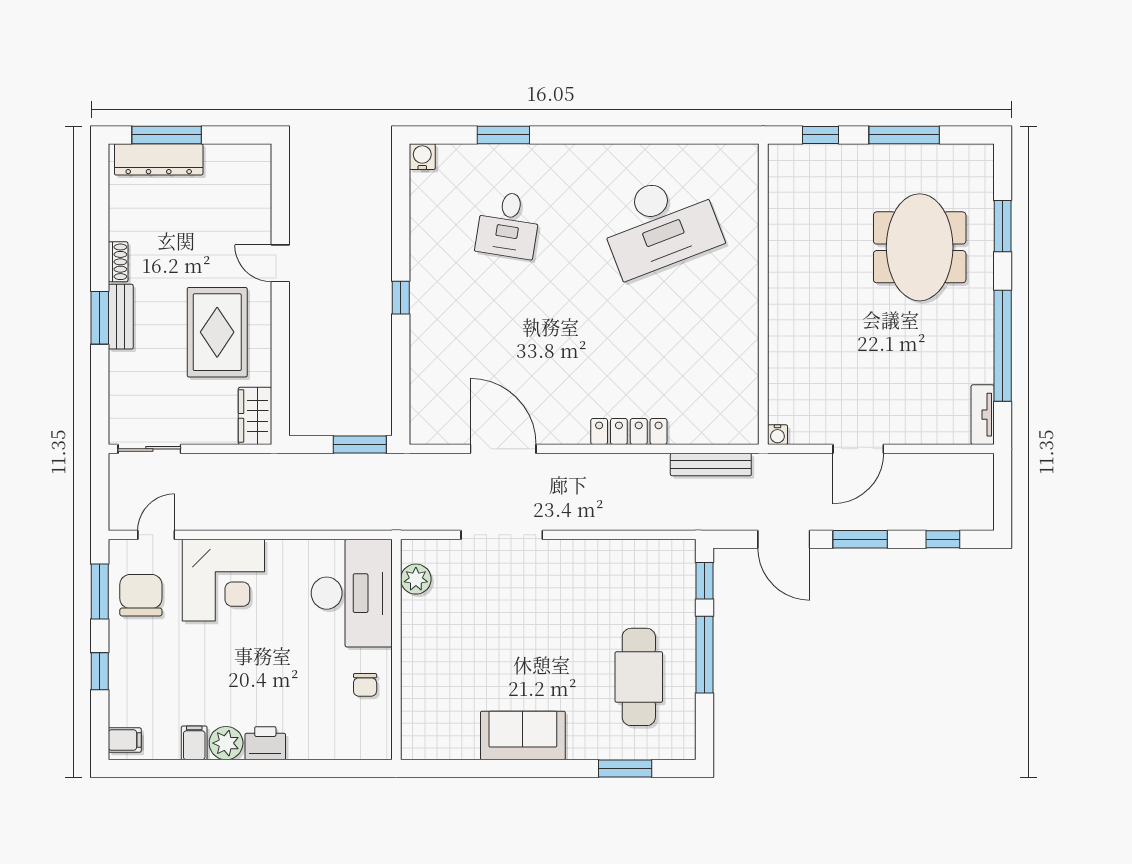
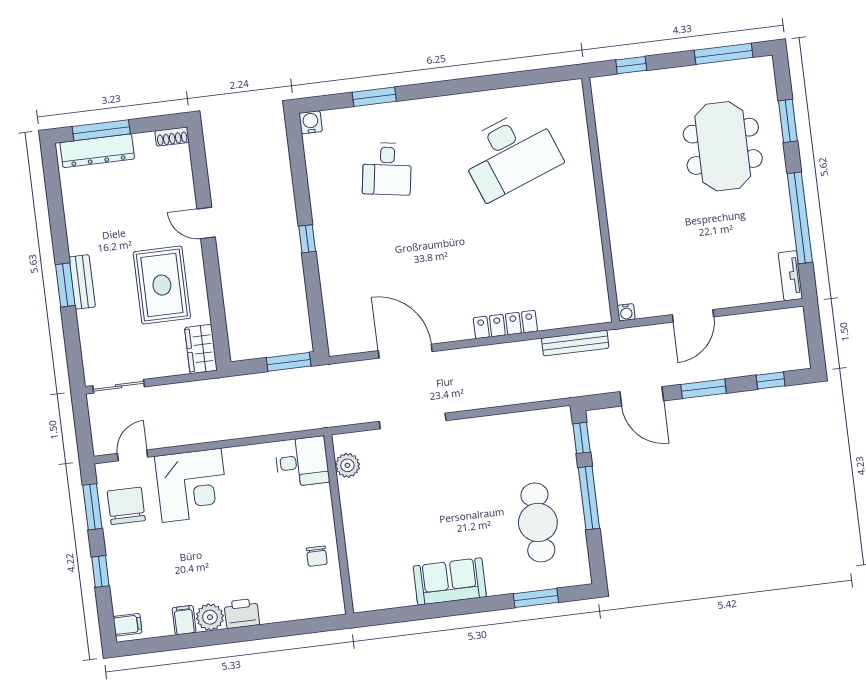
window: (904, 135) -> (724, 54), moved
shoe rack: (118, 262) -> (172, 137), moved, turned 90
desk: (352, 593) -> (302, 462), width x0.53, depth x0.77

